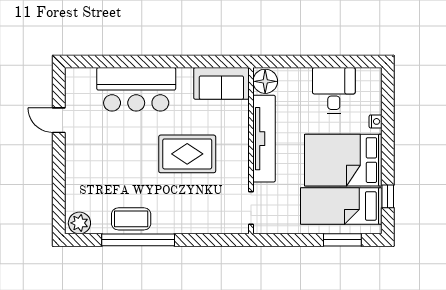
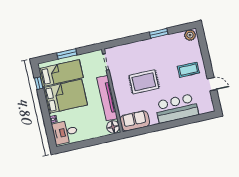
desk: (334, 90) -> (65, 132), moved, turned 90
coffee table: (131, 219) -> (188, 70), moved
window: (138, 240) -> (159, 33), width x0.47
window: (342, 240) -> (67, 54), moved

